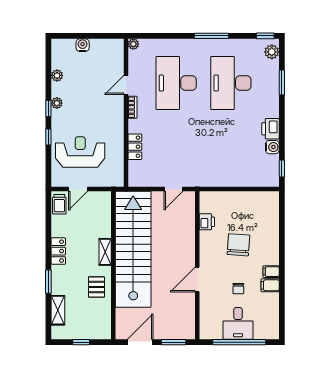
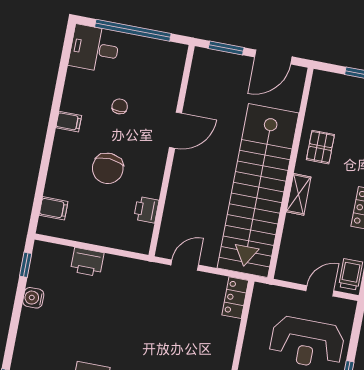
printer: (270, 129) -> (87, 262), moved, turned 90
locker: (135, 147) -> (235, 298), moved
filing cabinet: (270, 285) -> (54, 208), moved
desk: (238, 323) -> (94, 49), moved, turned -90

